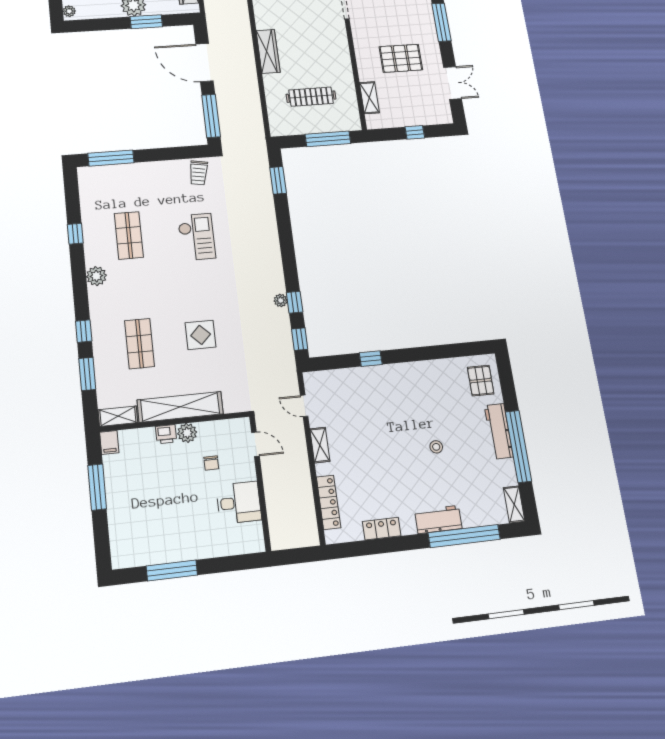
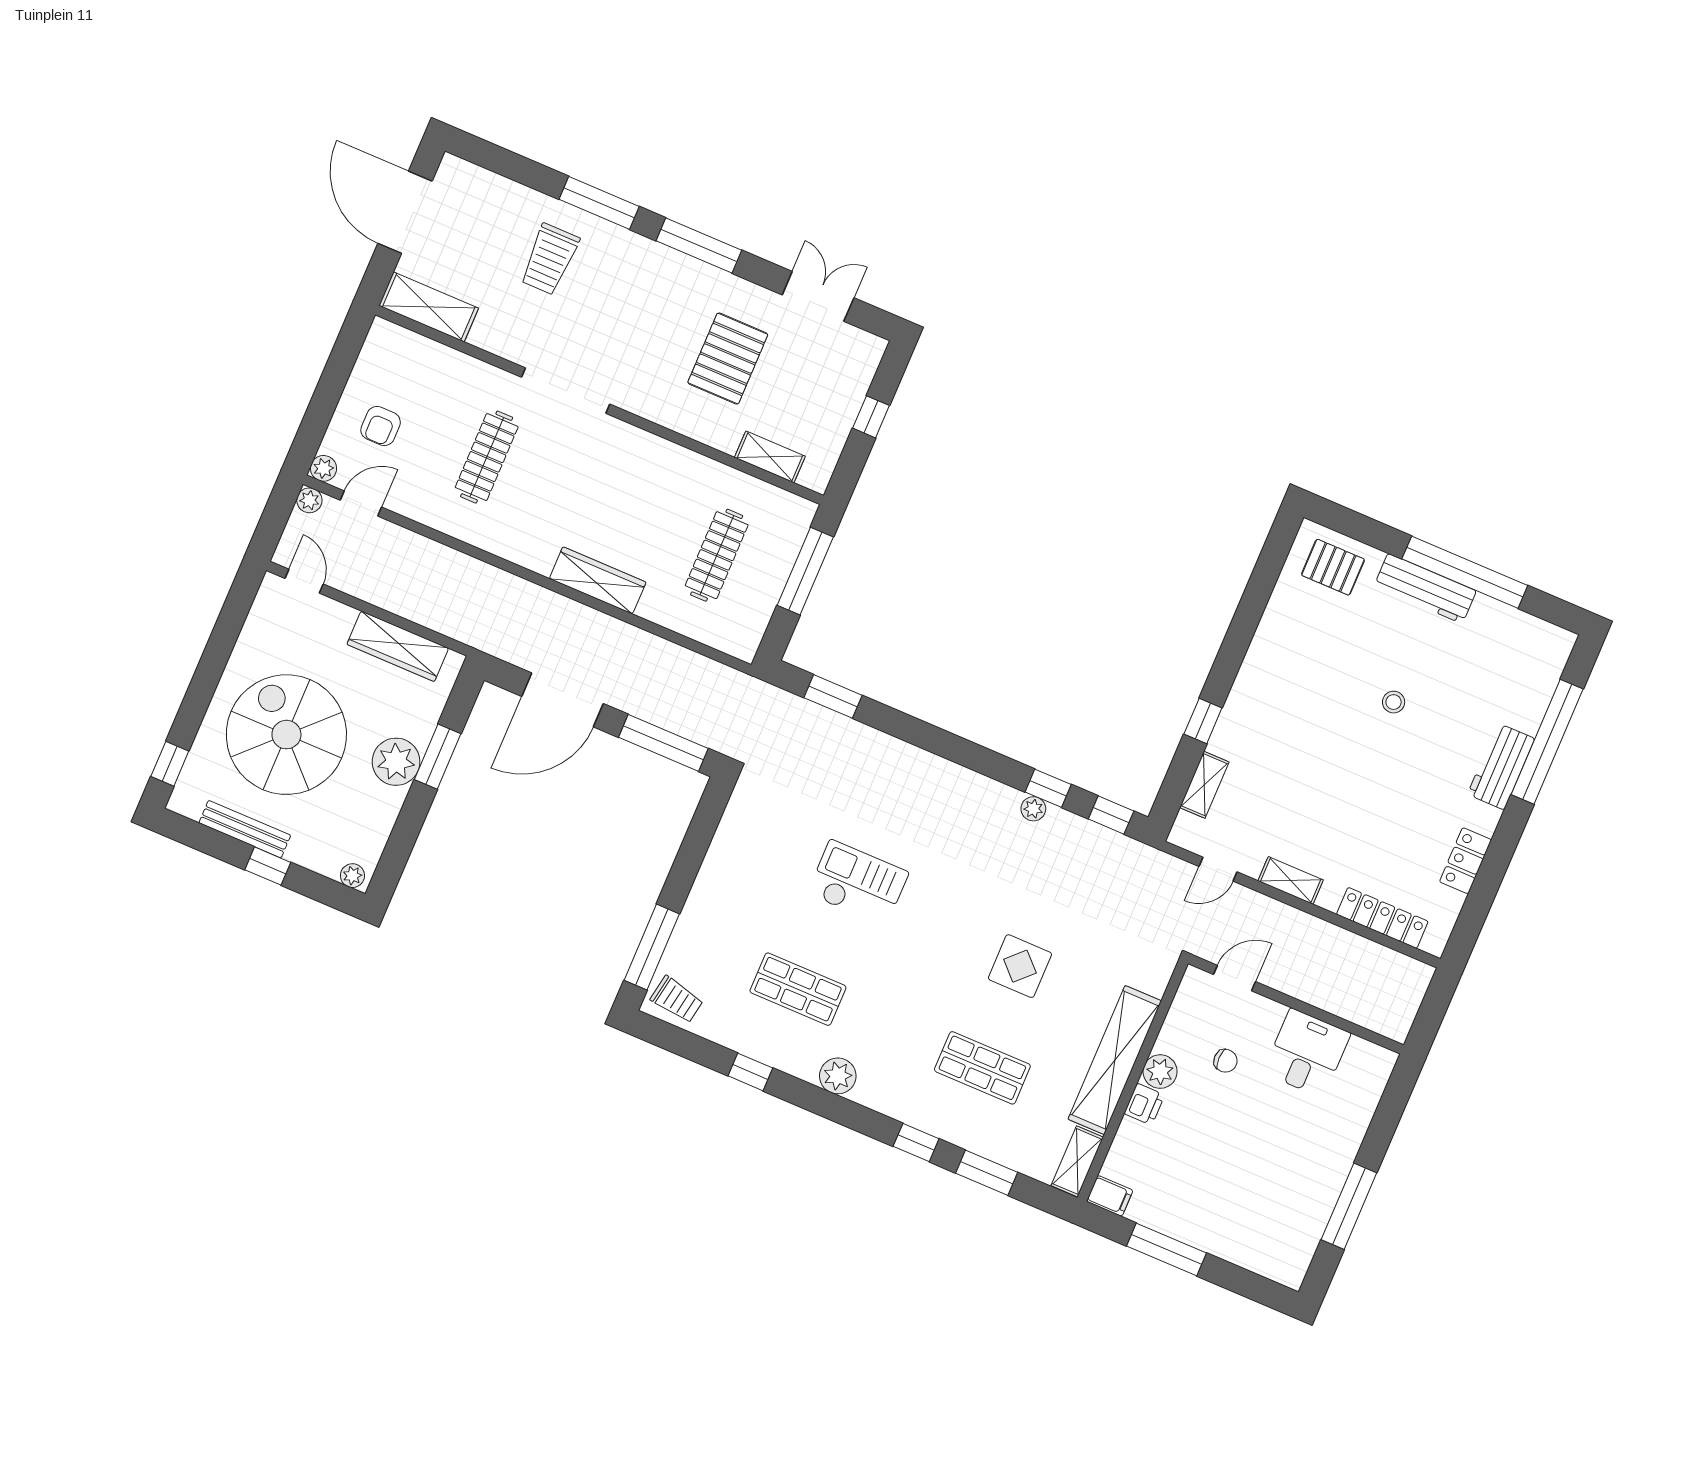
trolley: (199, 173) -> (677, 1000), moved
shelving: (514, 504) -> (1204, 785), moved, turned 90

